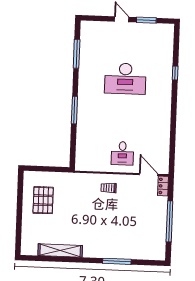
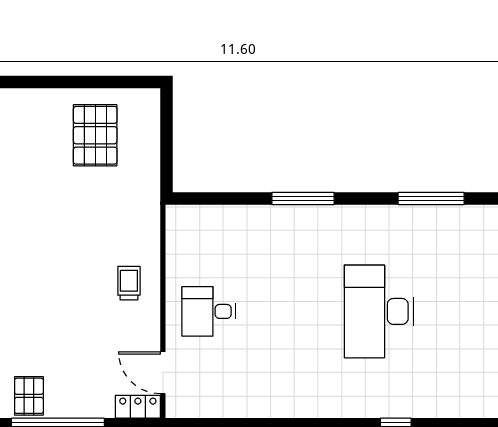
door: (149, 174) -> (163, 373), swing flipped
pallet: (43, 200) -> (95, 135), turned 90
pallet: (156, 234) -> (29, 396), added

